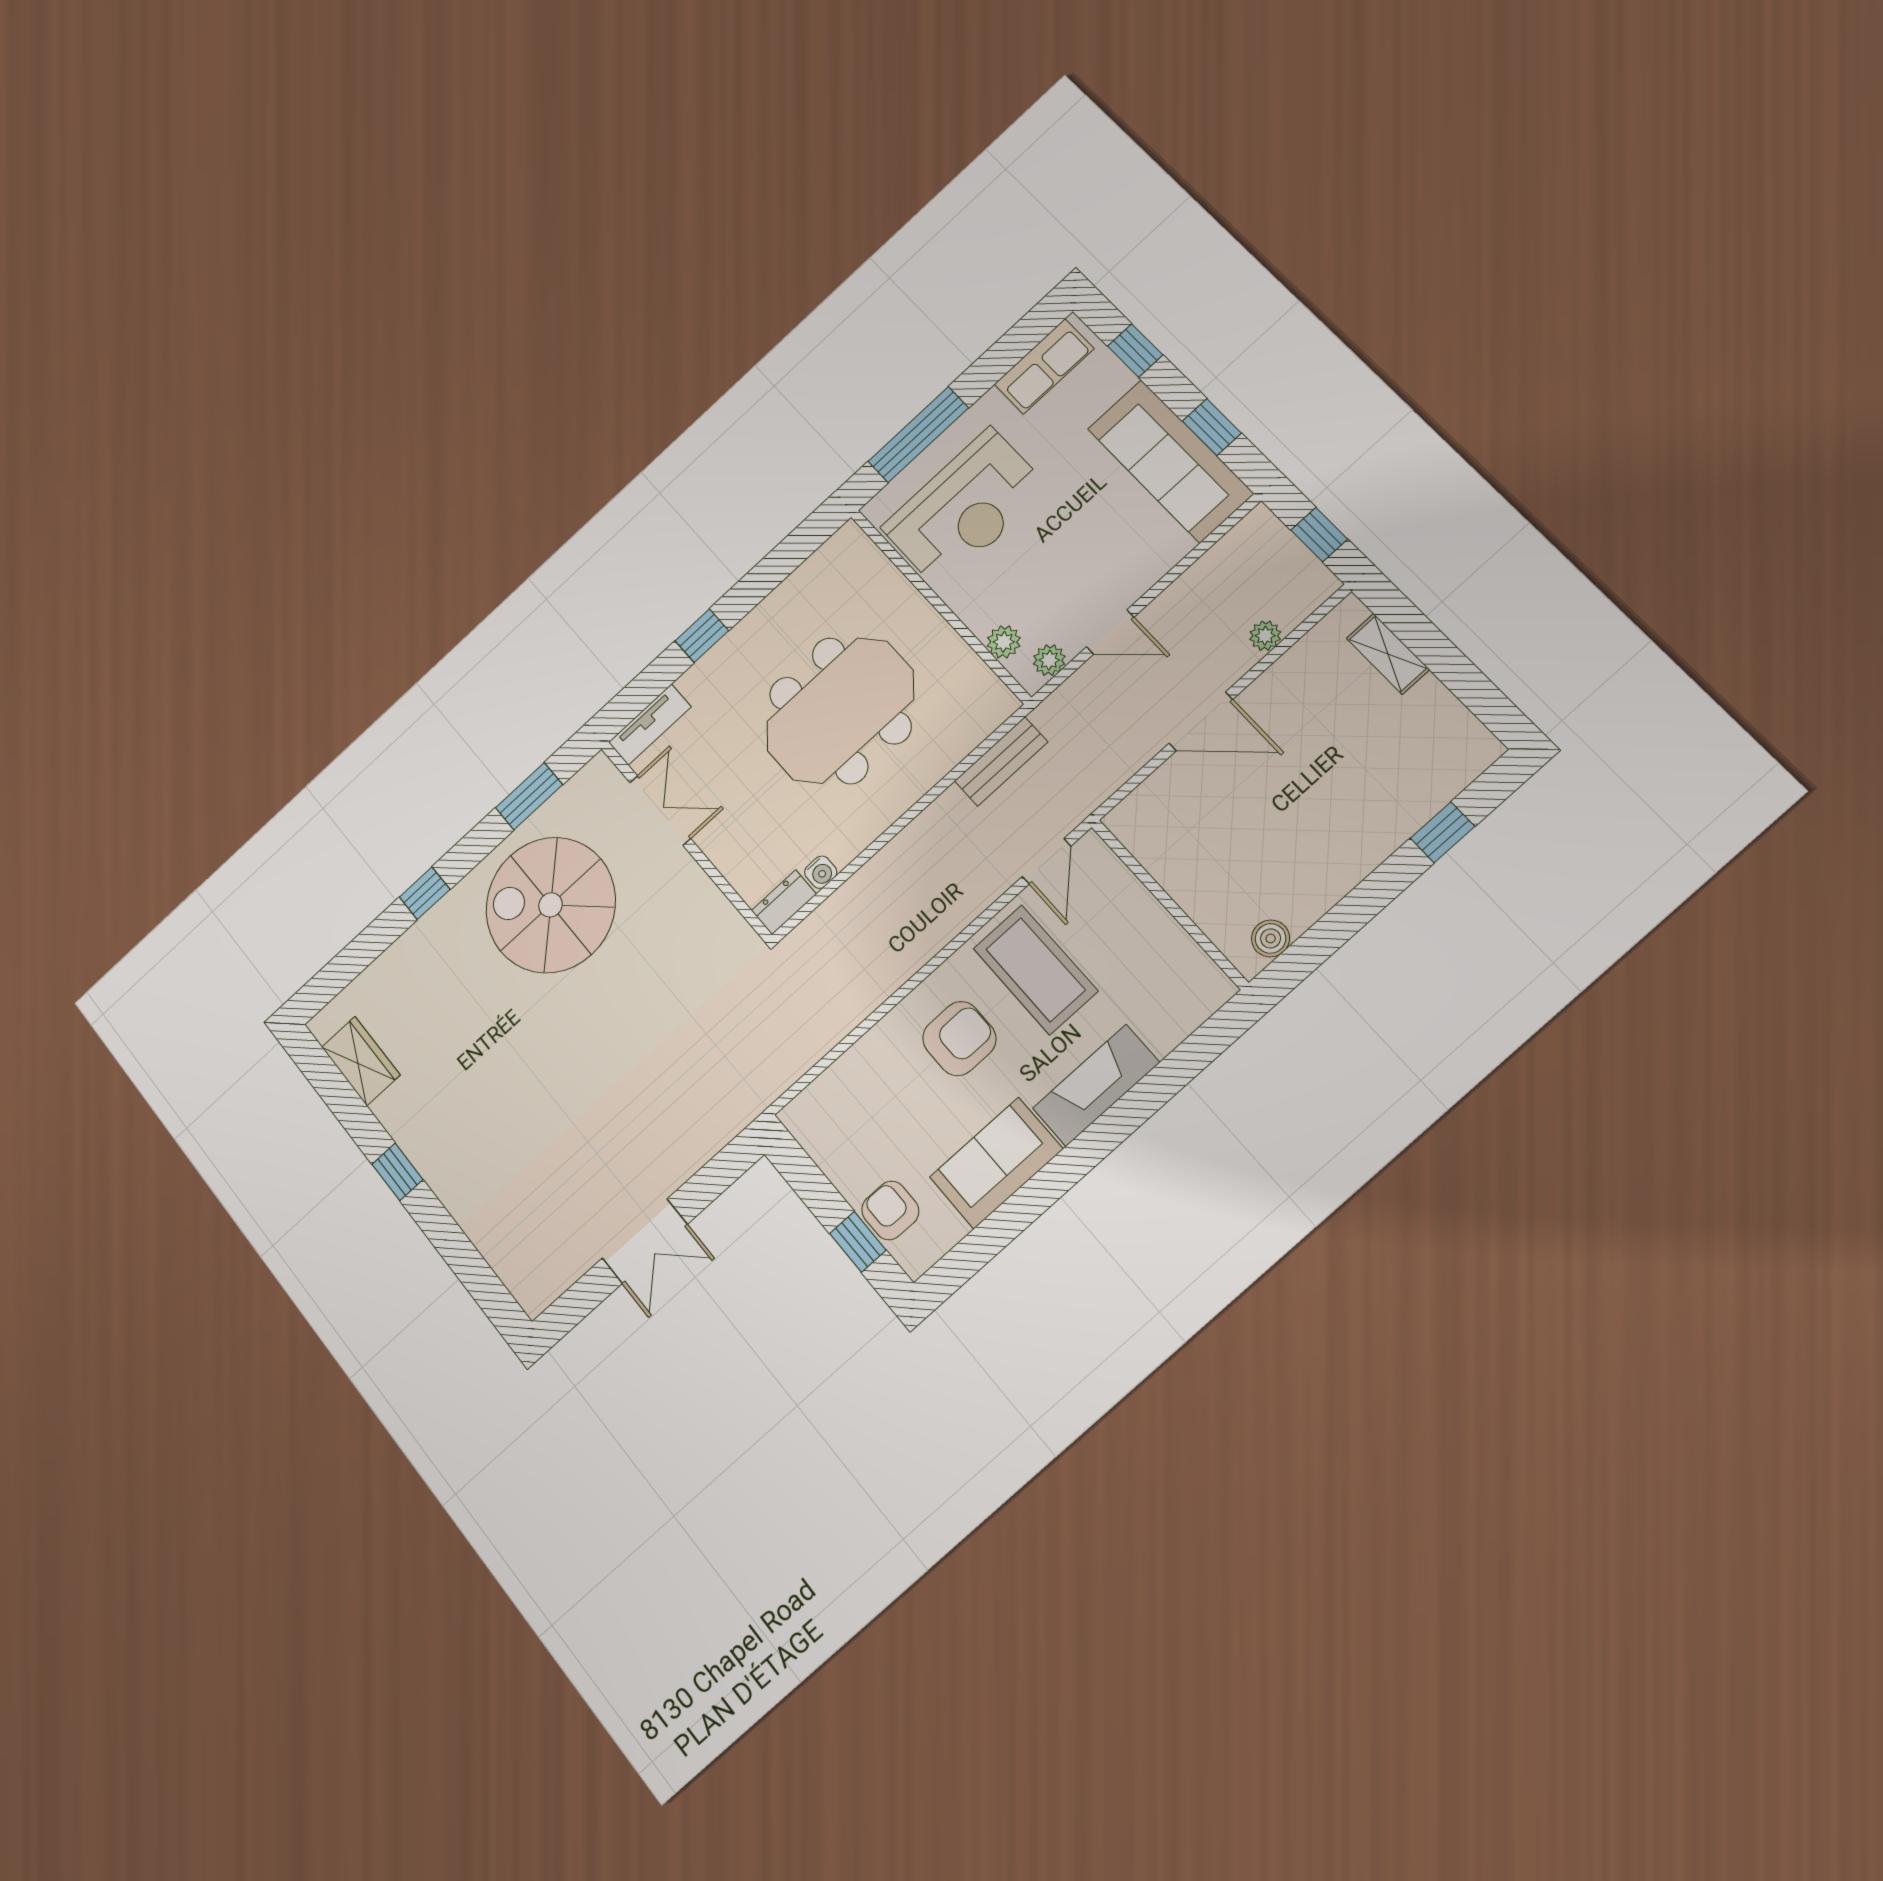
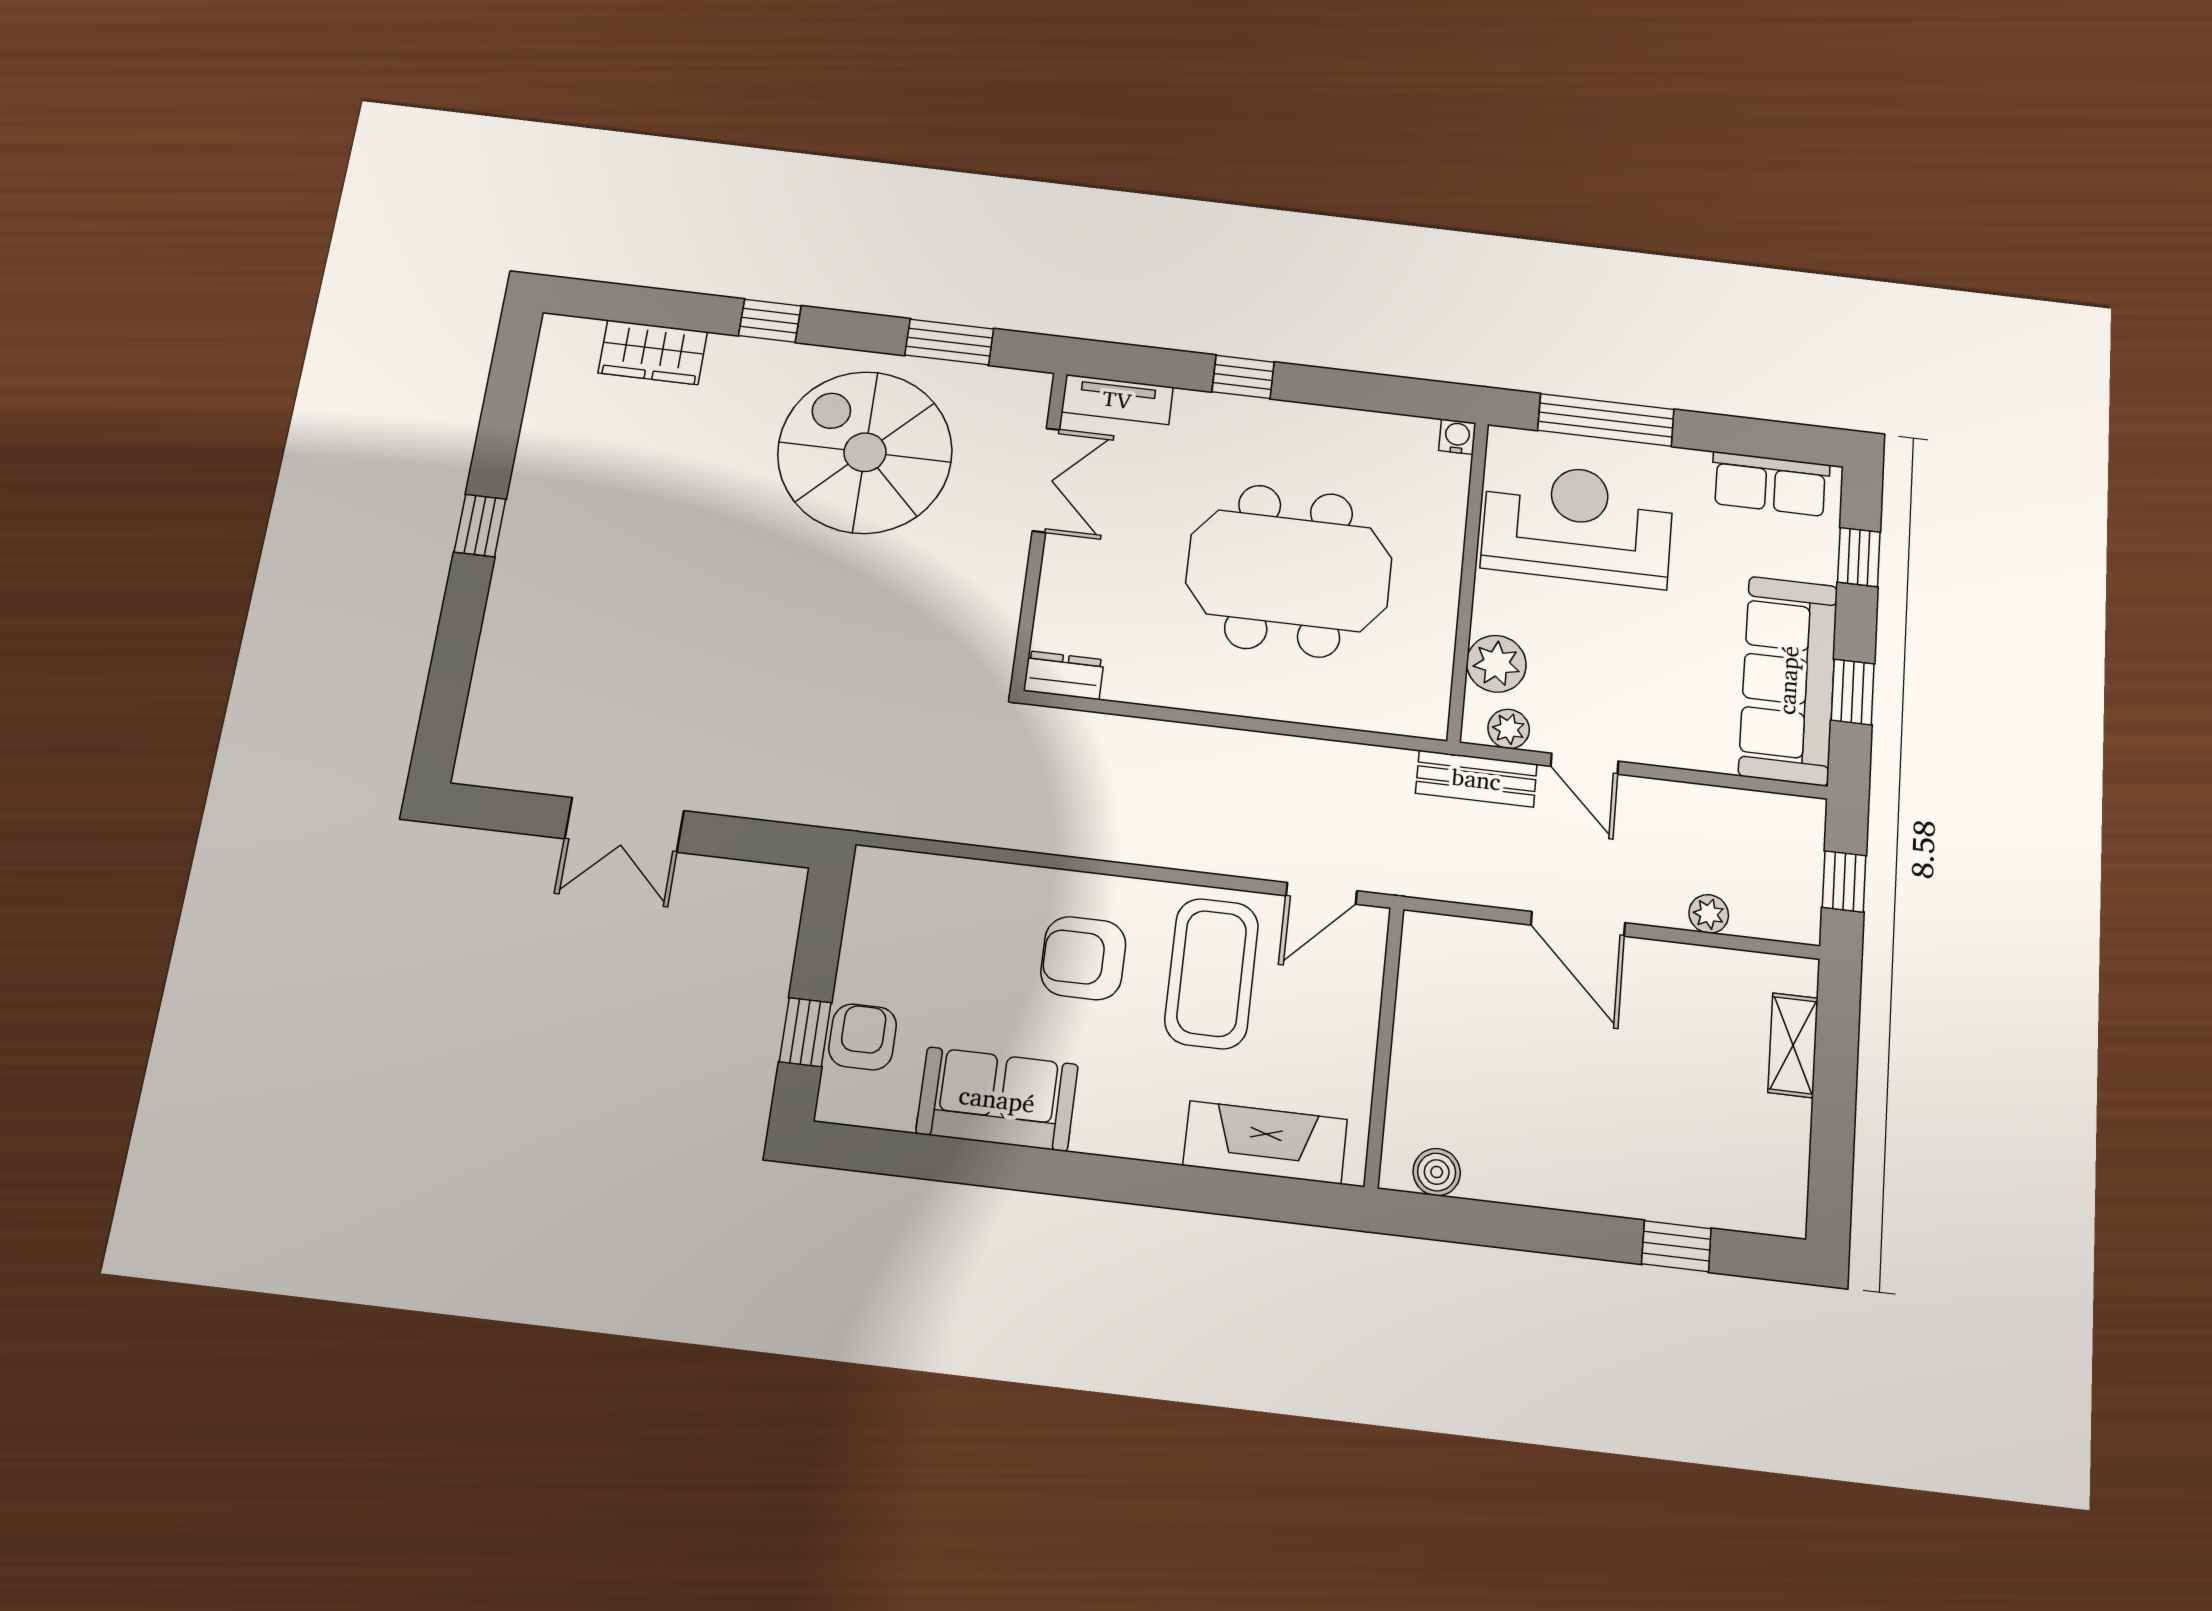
reception desk: (965, 508) -> (1577, 524), turned 180
plant: (1004, 642) -> (1496, 664), width x1.38, depth x1.38
bench: (1001, 761) -> (1476, 779), moved
water cooler: (821, 872) -> (1457, 437), moved, turned 180
armchair: (959, 1039) -> (1083, 958), turned 180
wardrobe: (361, 1061) -> (653, 352), moved, turned 90
fireplace: (1096, 1085) -> (1265, 1142), moved

